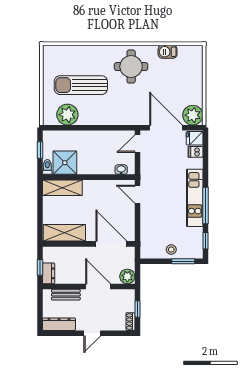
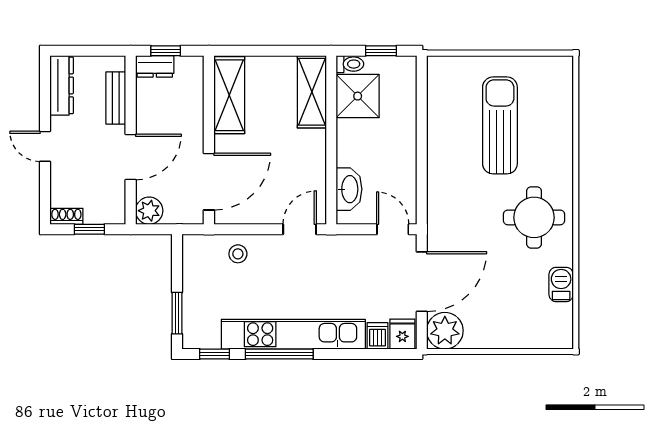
plant: (67, 115) -> (446, 101), removed
washbasin: (121, 170) -> (349, 189), width x1.91, depth x1.45
kitchen unit: (195, 198) -> (293, 334), width x1.36
stool: (171, 250) -> (238, 254), moved

